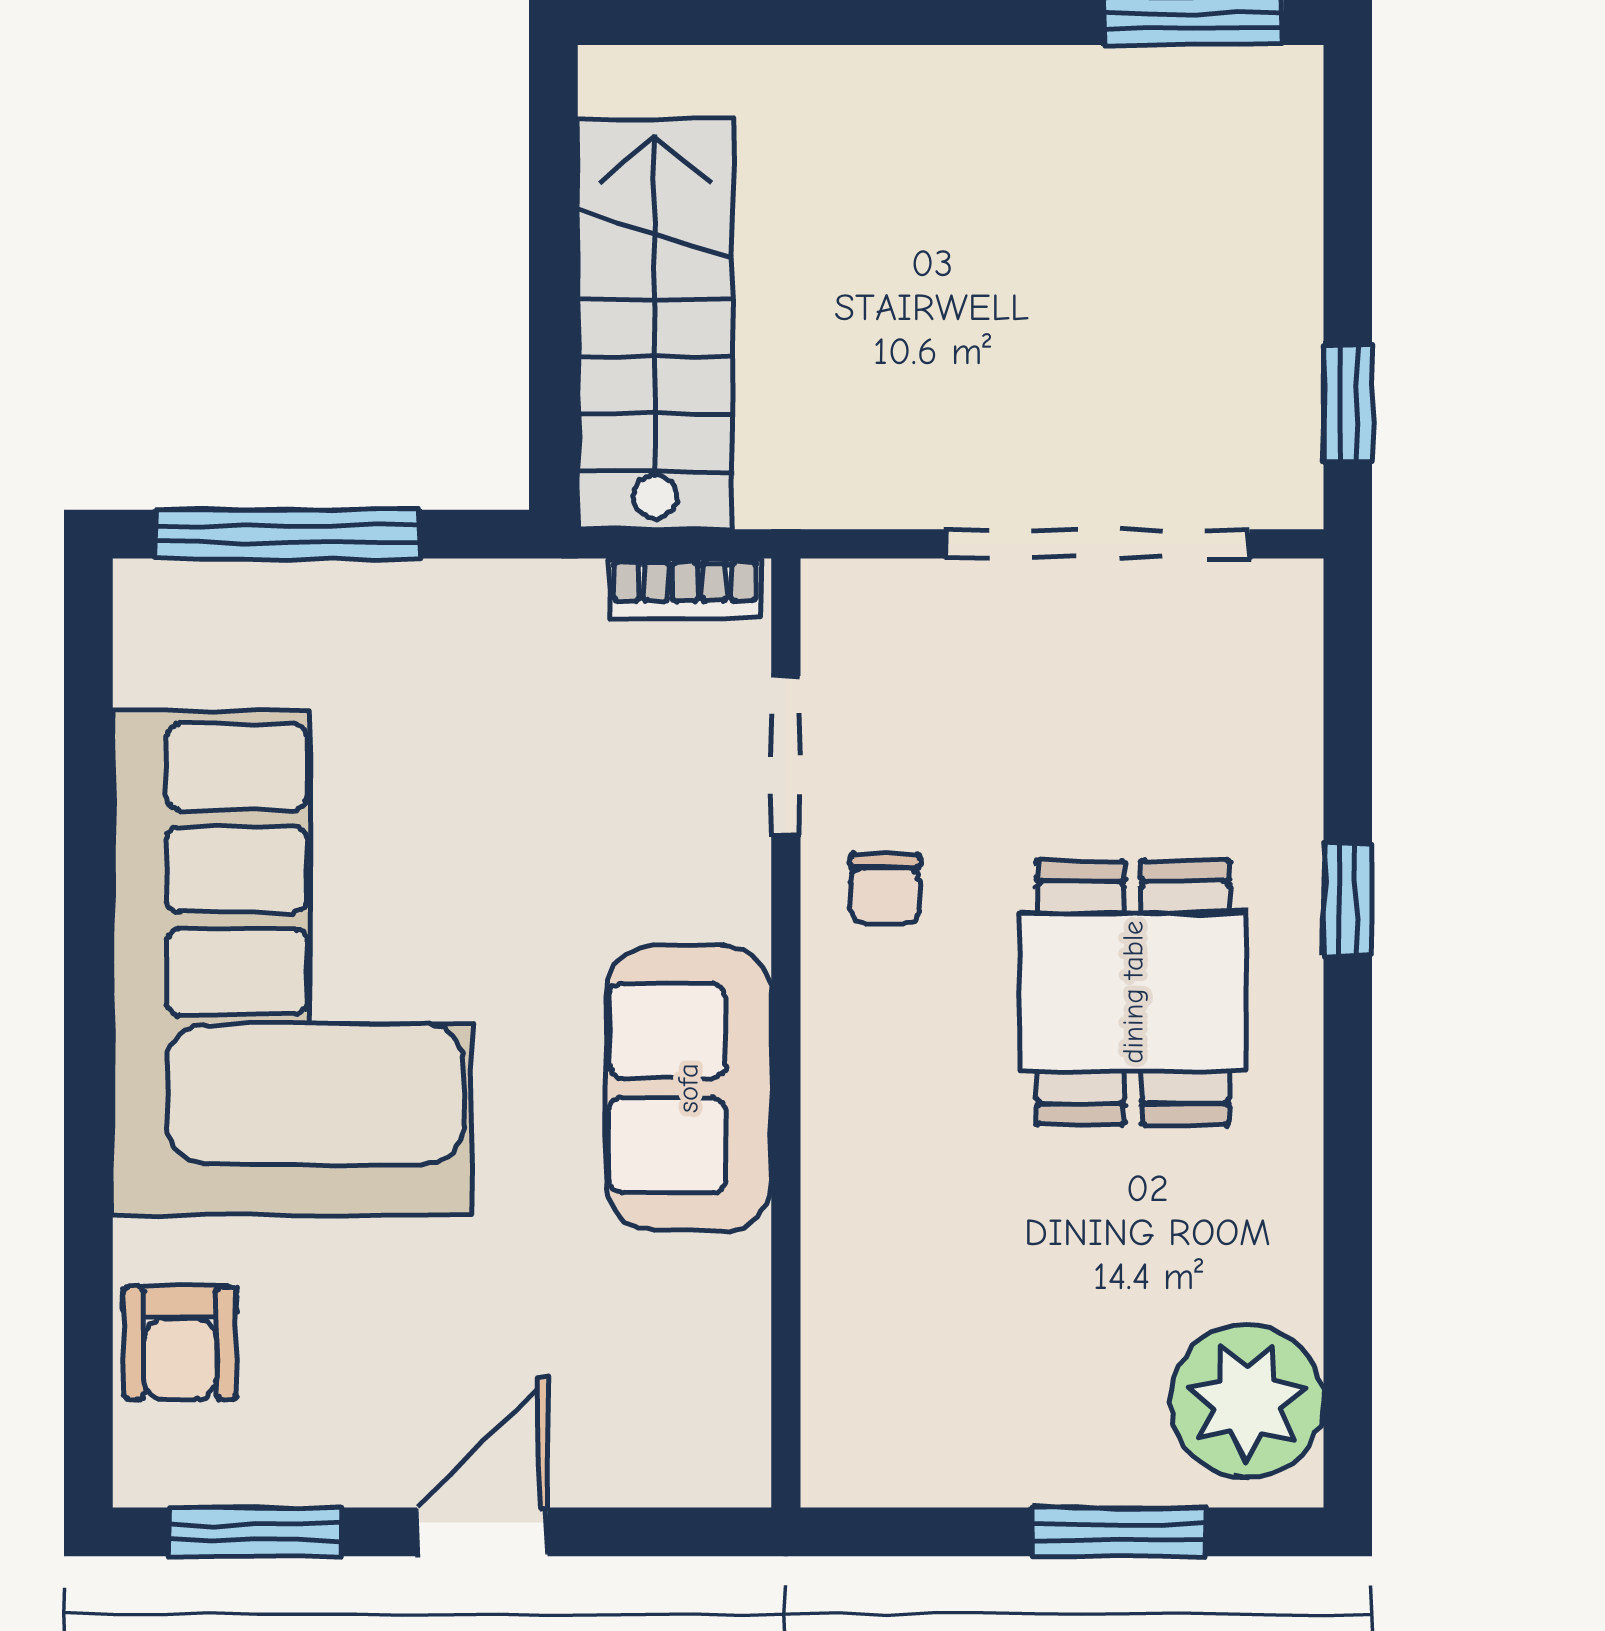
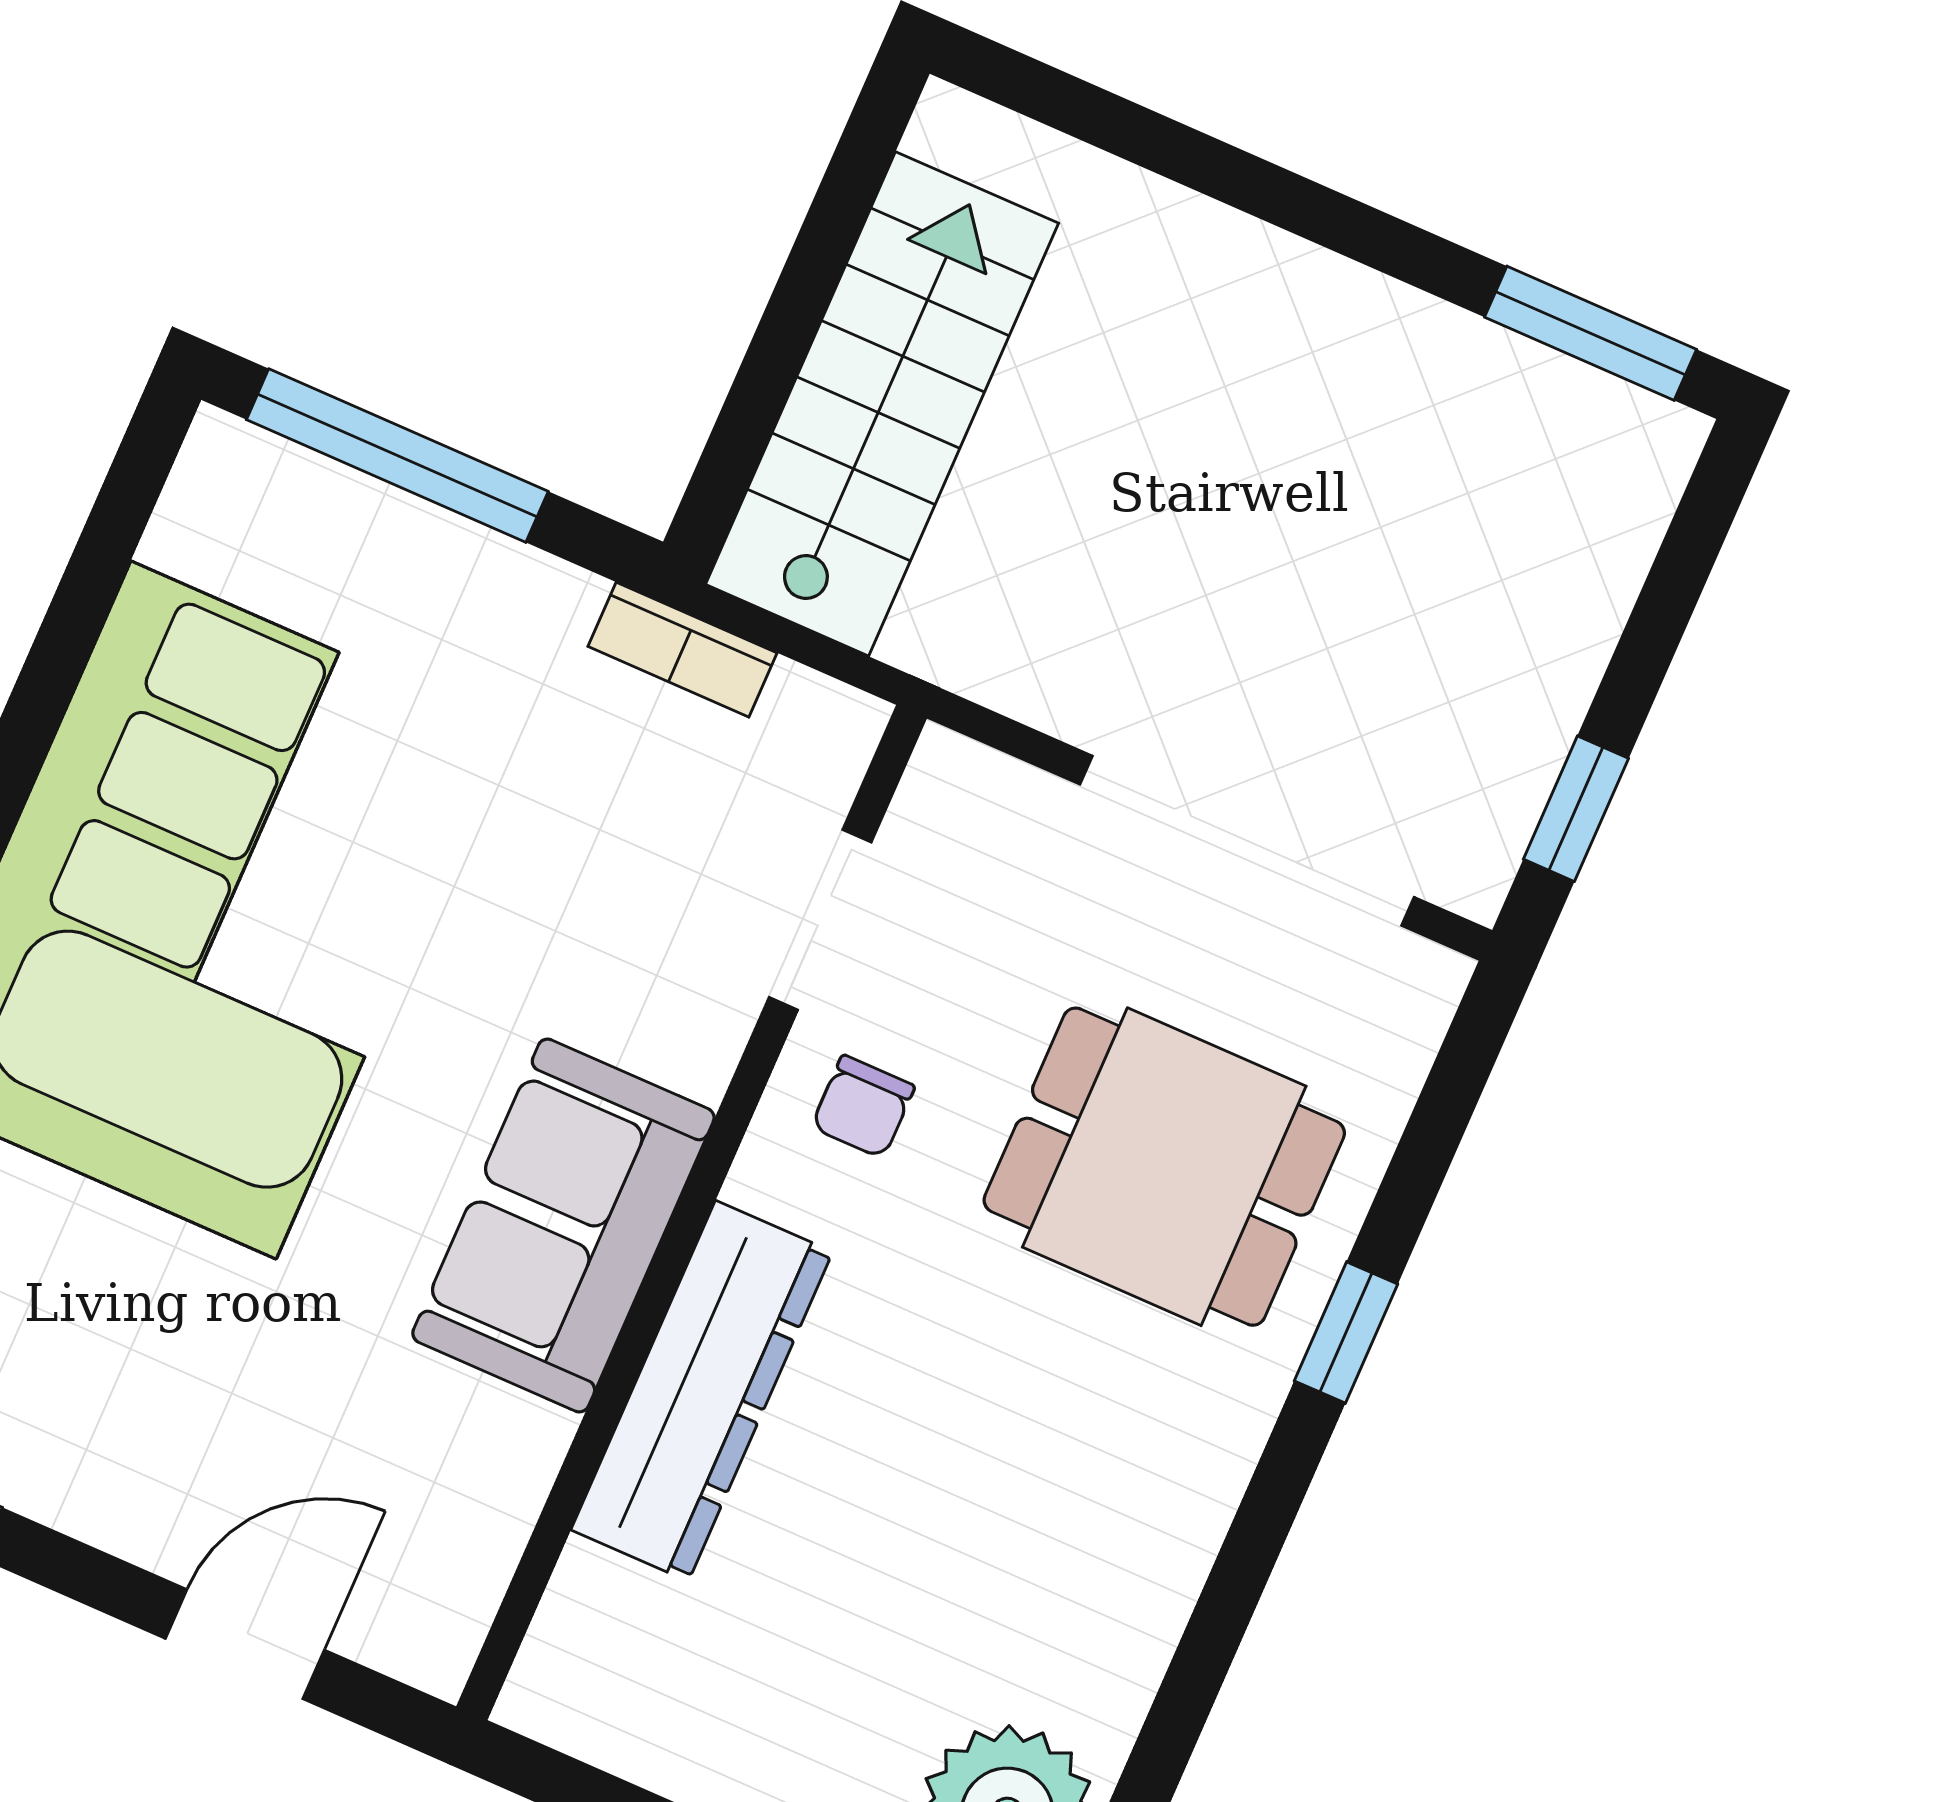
bookcase: (685, 589) -> (682, 650), moved
dining table: (1133, 992) -> (1164, 1167), moved, turned 90
dresser: (856, 1171) -> (702, 1391), added
door: (482, 1532) -> (245, 1644), moved

